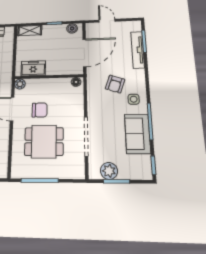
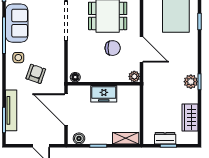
door: (84, 53) -> (66, 109), hinge flipped
freezer: (33, 68) -> (104, 94), moved
chair: (40, 110) -> (113, 48), turned 180

